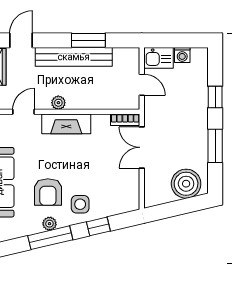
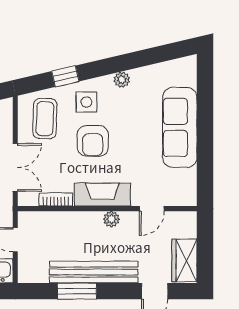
bookcase: (125, 120) -> (56, 199), moved
coffee table: (116, 190) -> (45, 119), added
armchair: (48, 192) -> (93, 141), moved, turned 180
window: (50, 238) -> (121, 63), removed

